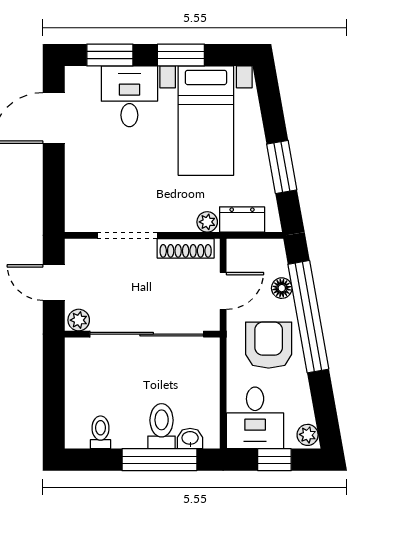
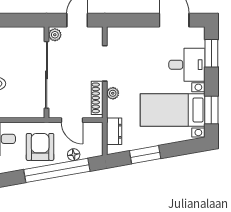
window: (181, 55) -> (211, 110), moved
plant: (207, 222) -> (113, 93), moved
armchair: (269, 345) -> (40, 147), turned -90

